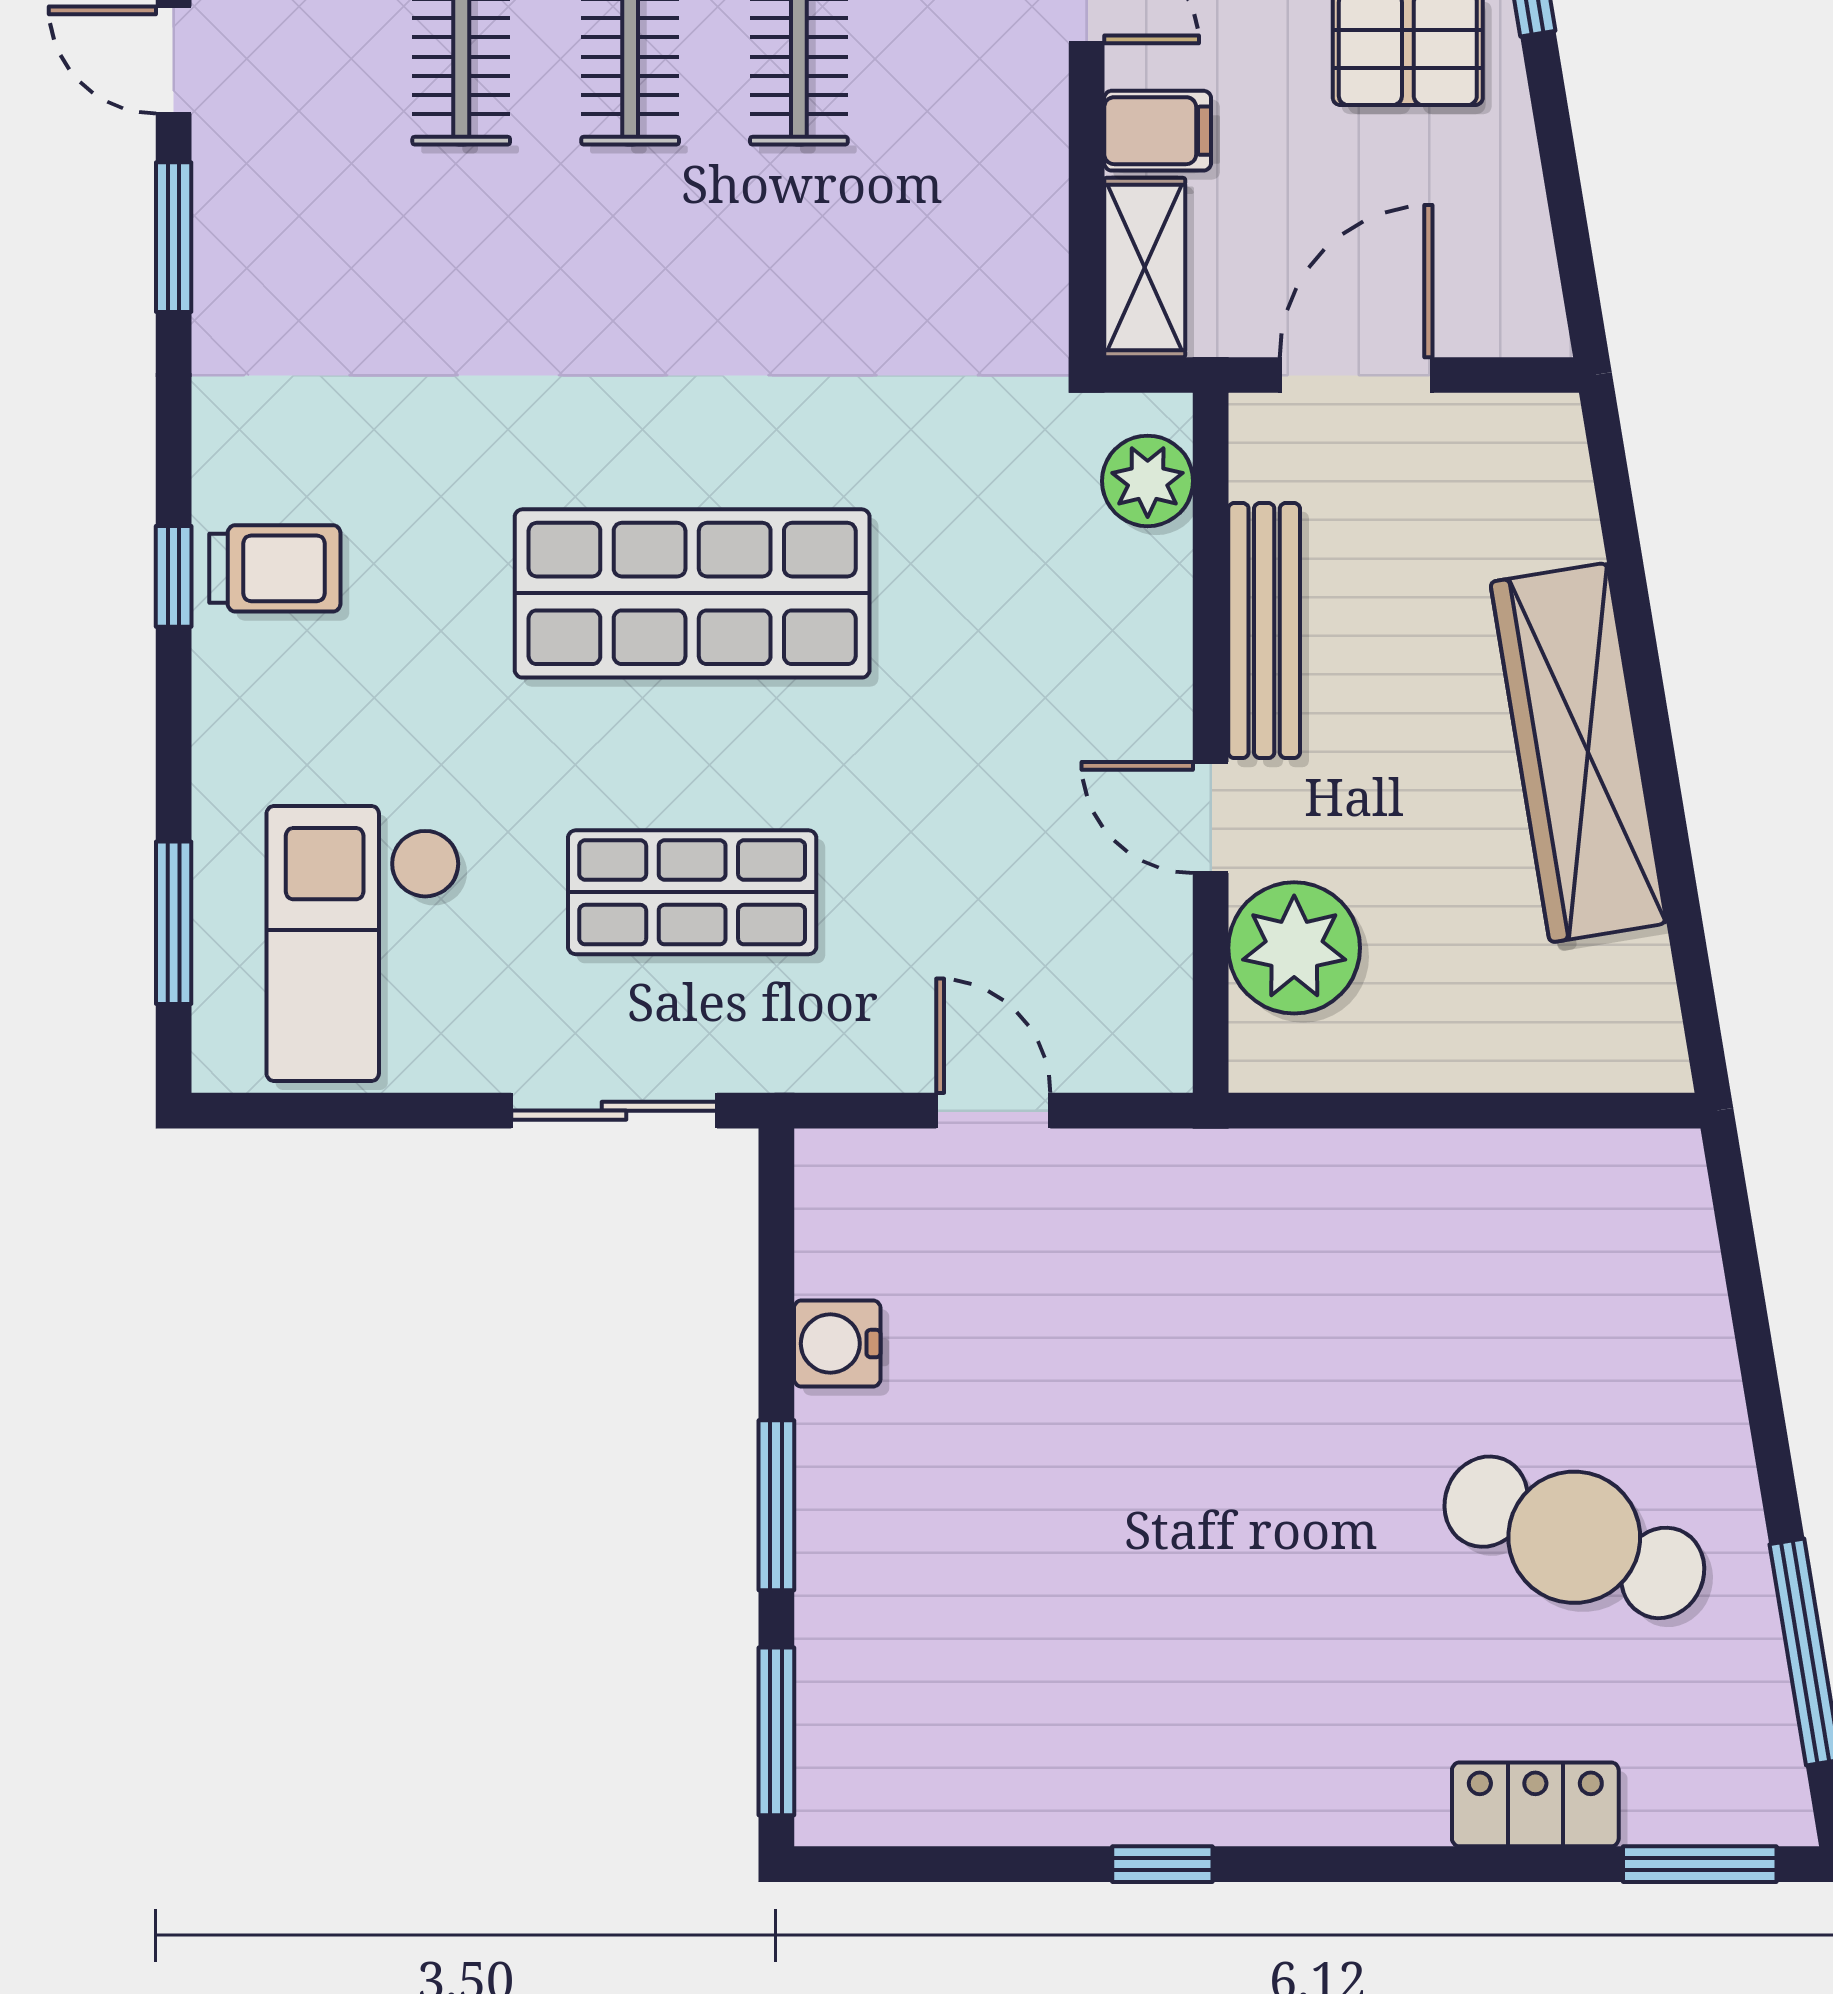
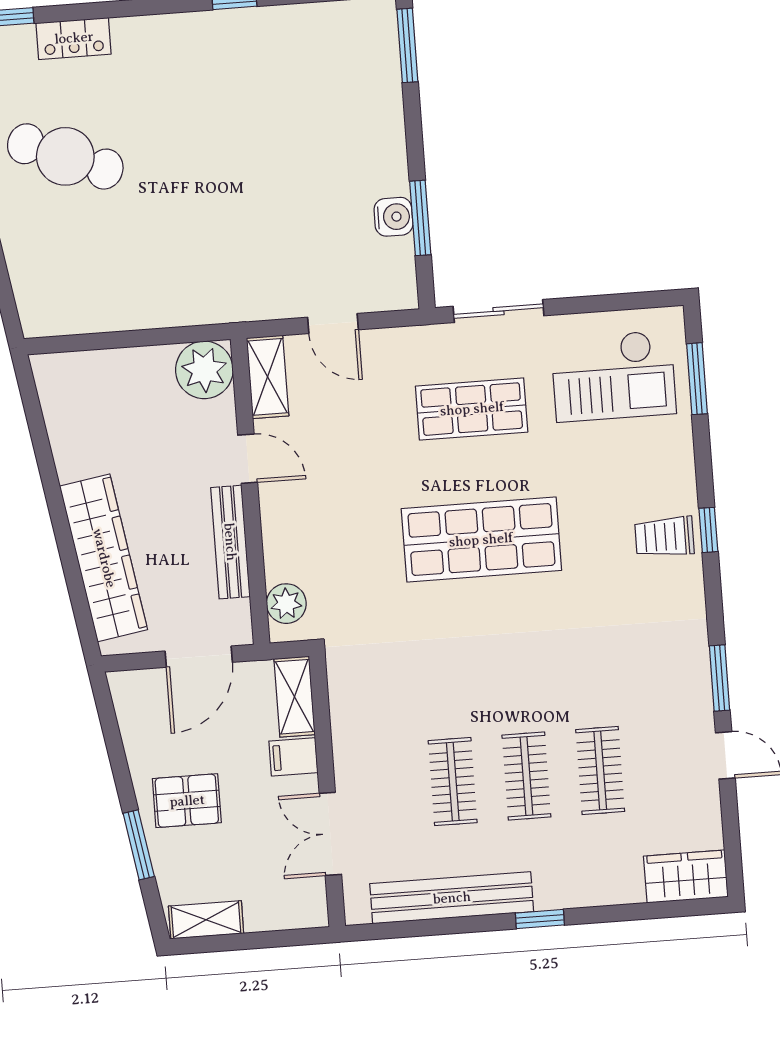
wardrobe: (1578, 753) -> (104, 558), moved
checkout: (363, 943) -> (613, 376), turned 90
plant: (1294, 948) -> (204, 370), moved
shelving: (1151, 1000) -> (268, 377), added
window: (776, 1505) -> (420, 218), moved

